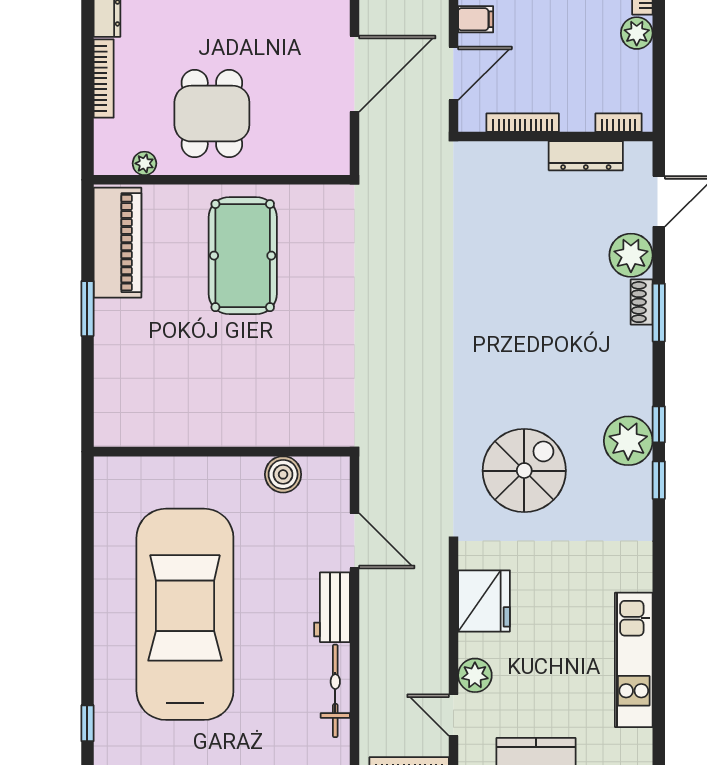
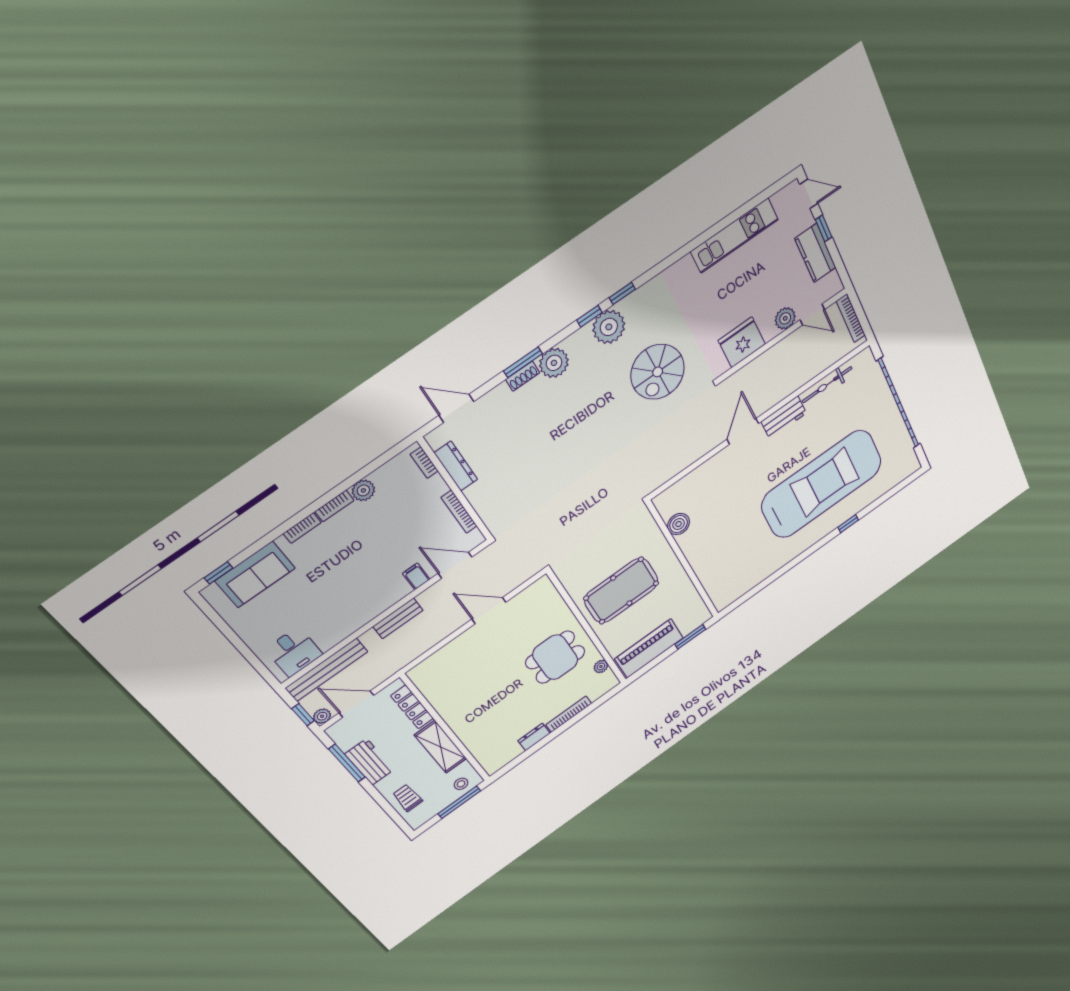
door: (355, 74) -> (489, 611), width x0.73
plant: (631, 255) -> (554, 363), moved
wall: (222, 452) -> (683, 560), moved
spiral stairs: (524, 471) -> (658, 372), turned -90
boiler: (283, 474) -> (679, 524), moved
car: (185, 614) -> (822, 484), turned 180
door: (453, 715) -> (812, 315), hinge flipped
window: (87, 723) -> (848, 524), moved

